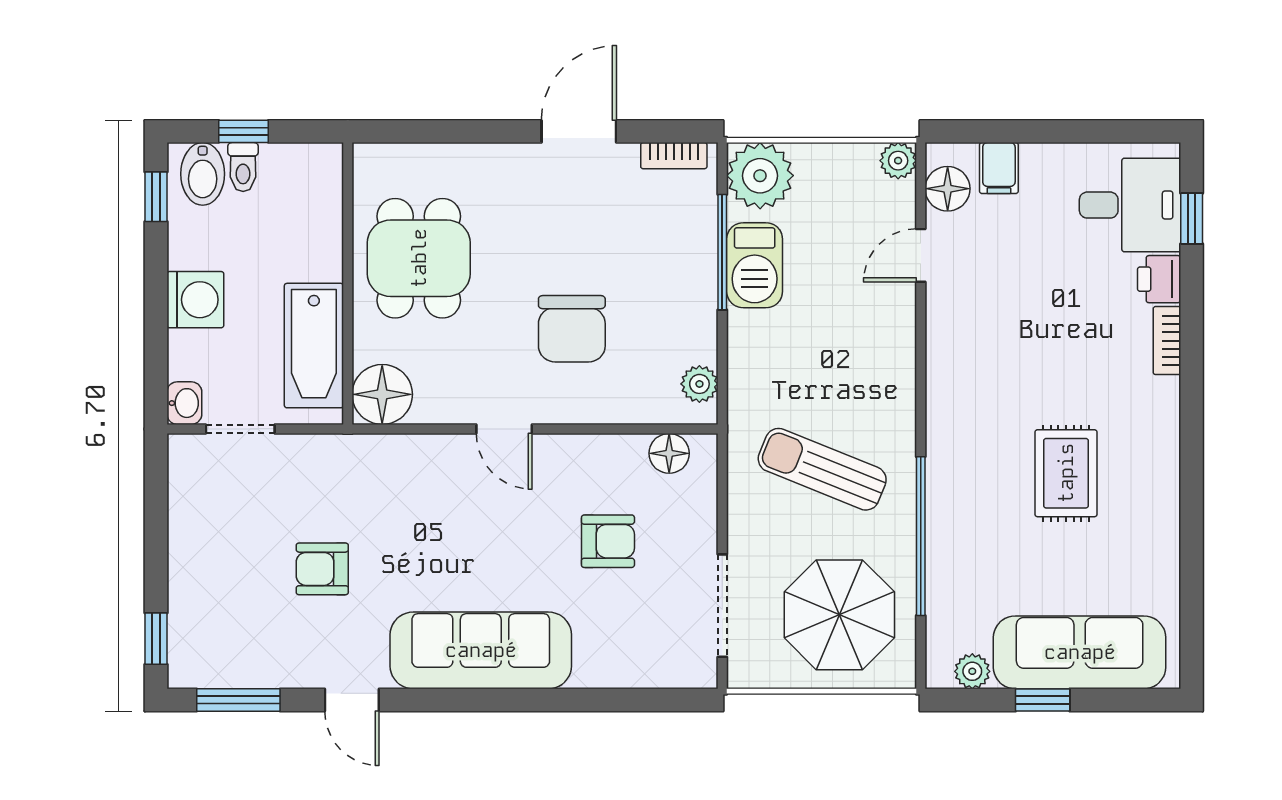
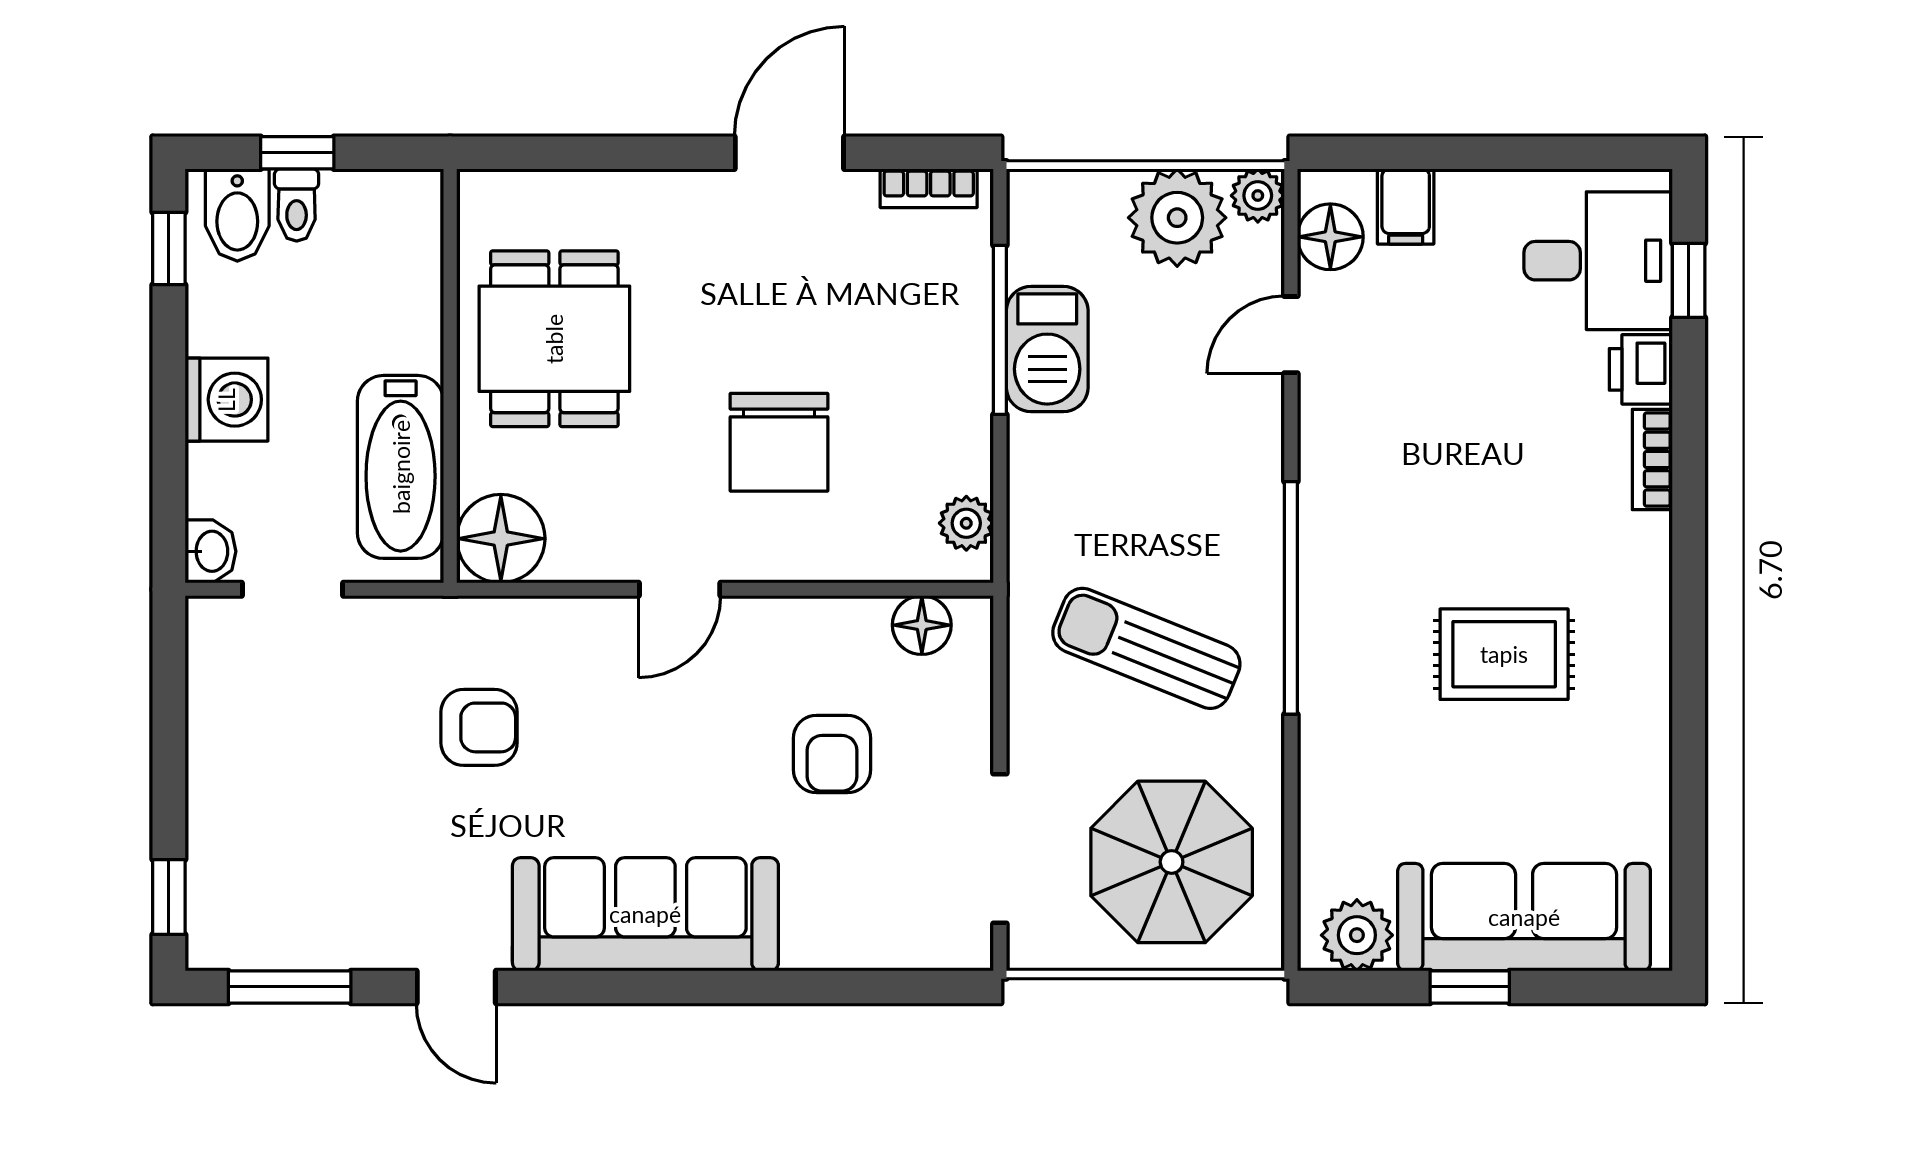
plant: (760, 176) -> (1177, 218), moved
door: (504, 429) -> (680, 589), hinge flipped
rug: (1066, 473) -> (1504, 654), turned 90
window: (921, 536) -> (1291, 598), moved
armchair: (608, 541) -> (832, 754), turned 90
armchair: (322, 569) -> (479, 727), moved, turned 180
plant: (972, 671) -> (1357, 935), width x1.38, depth x1.38

